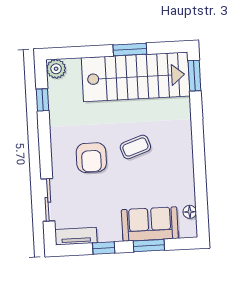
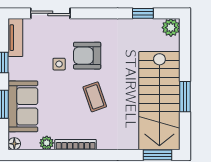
bookcase: (188, 165) -> (76, 145), added
side table: (102, 187) -> (59, 64), added
plant: (188, 196) -> (47, 143), added
floor lamp: (190, 212) -> (14, 144), moved

